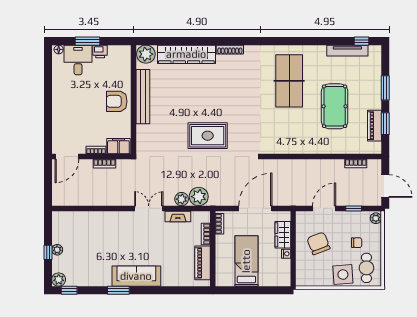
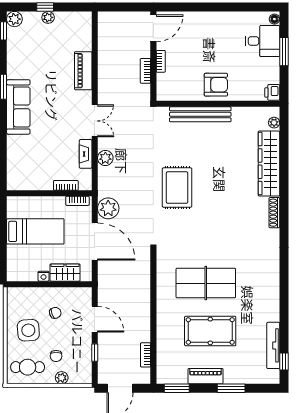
printer: (100, 51) -> (272, 92), moved
plant: (146, 54) -> (274, 123), width x0.53, depth x0.53
table tennis table: (289, 81) -> (206, 283), moved
bench: (143, 97) -> (200, 114), moved
armchair: (117, 101) -> (216, 85), turned 90
window: (385, 124) -> (177, 388), moved
piano: (374, 126) -> (206, 376), moved
filing cabinet: (118, 146) -> (165, 87), removed
door: (67, 157) -> (153, 28), swing flipped
plant: (199, 197) -> (108, 208), moved
plant: (376, 218) -> (62, 378), moved
chair: (318, 243) -> (55, 313), width x0.54, depth x0.54
piano: (203, 263) -> (83, 71), moved, turned -90
side table: (343, 275) -> (28, 330), moved

